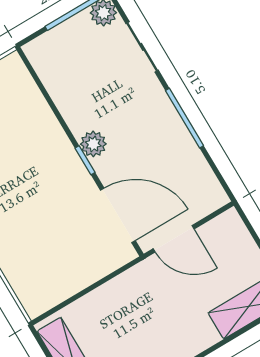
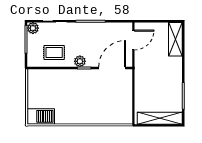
rug: (80, 83) -> (54, 53), added
door: (174, 239) -> (133, 40), moved

